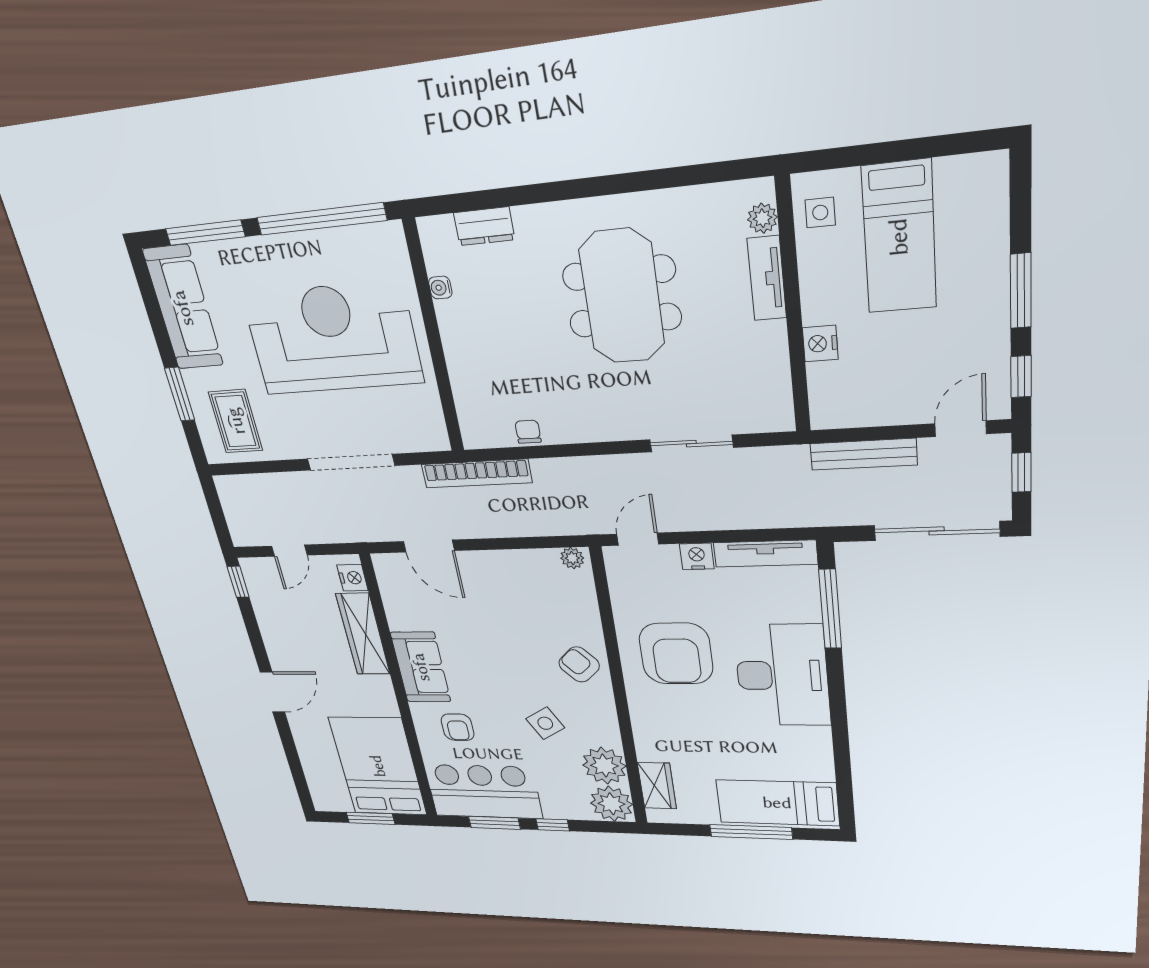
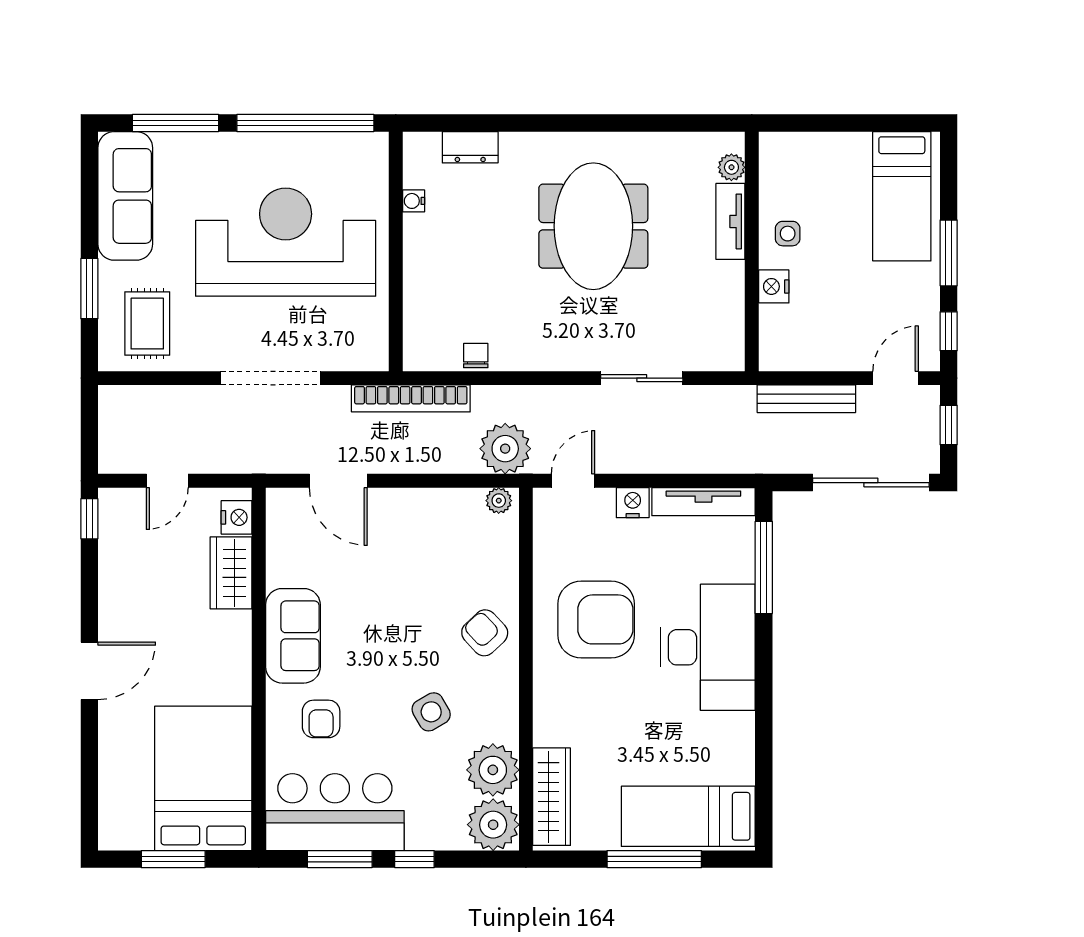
side table: (820, 212) -> (788, 234), moved
bed: (899, 237) -> (902, 196), moved
plant: (570, 514) -> (505, 449), added
wardrobe: (363, 634) -> (231, 573), width x0.67
armchair: (676, 654) -> (596, 619), turned -90
wardrobe: (657, 786) -> (552, 797), width x1.50

